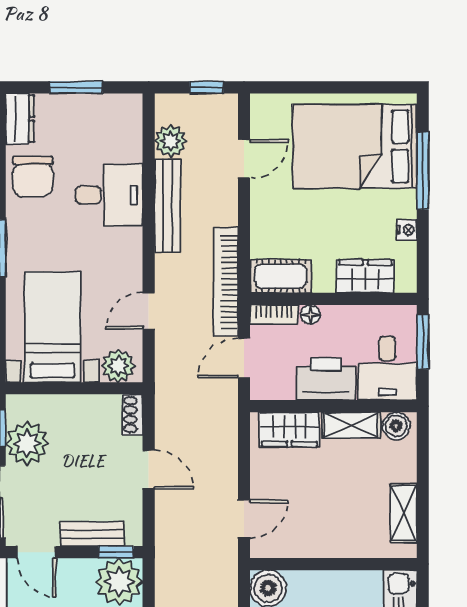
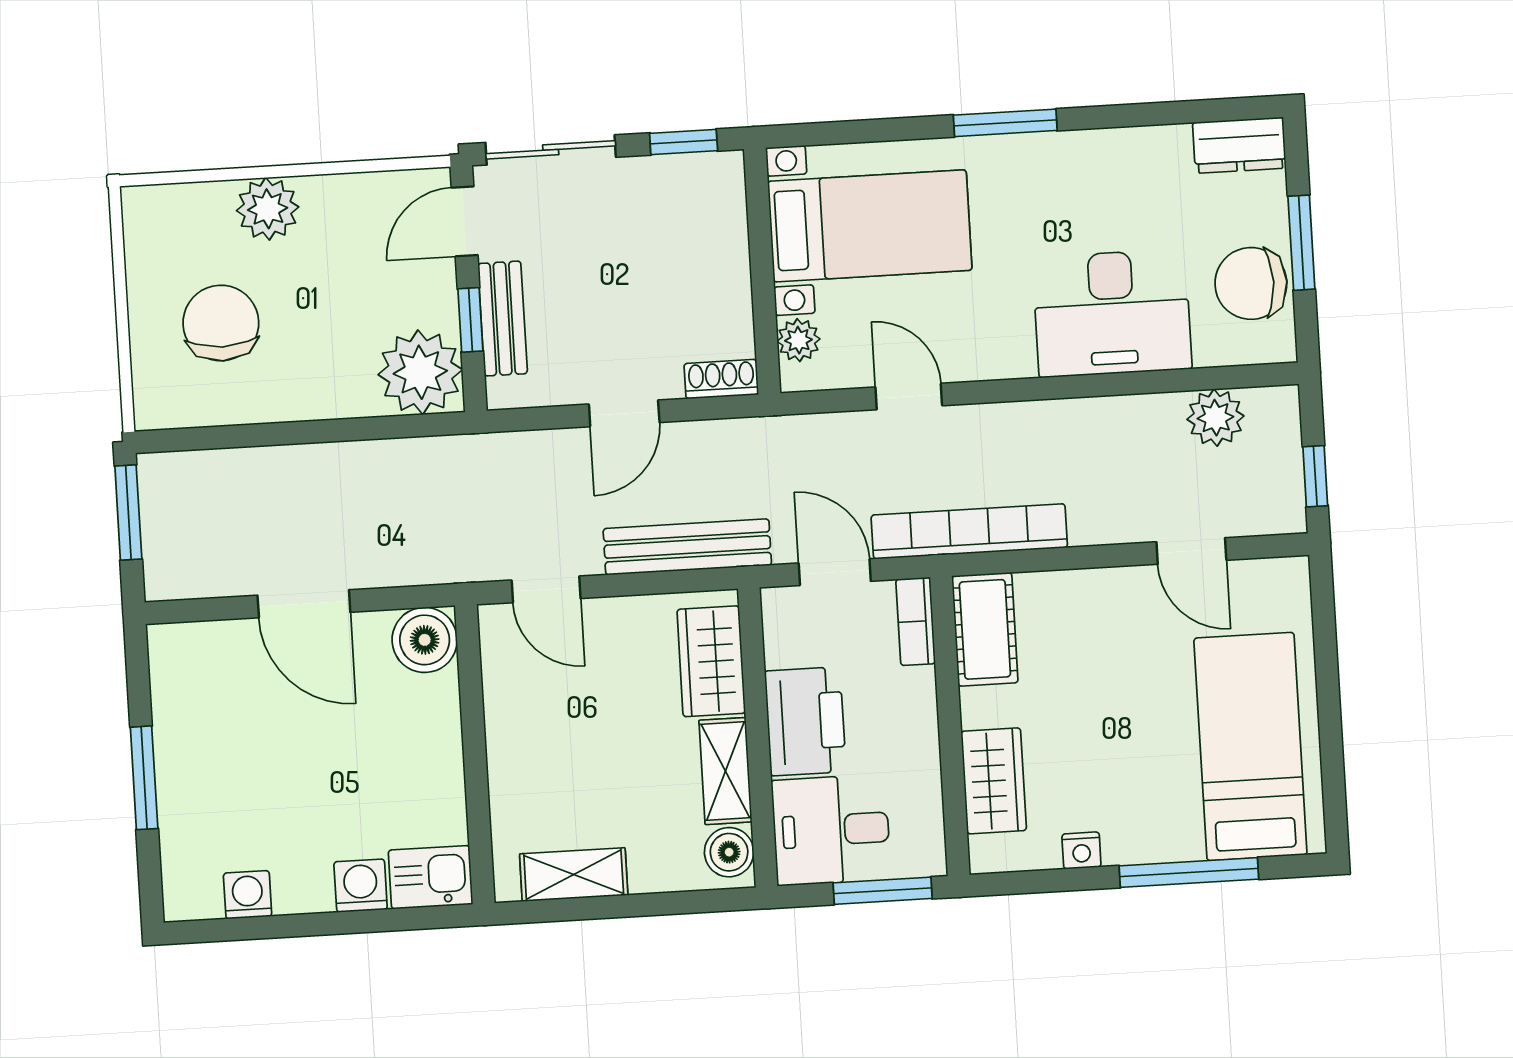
bed: (355, 146) -> (1250, 746), width x0.67
chair: (33, 176) -> (1251, 283), moved
desk: (109, 195) -> (1112, 313), width x1.37
bench: (168, 206) -> (687, 547), moved
floor lamp: (310, 315) -> (919, 686), removed
plant: (118, 366) -> (799, 340), width x0.73, depth x0.73
plant: (27, 443) -> (659, 193), removed
window: (116, 552) -> (470, 320), moved

